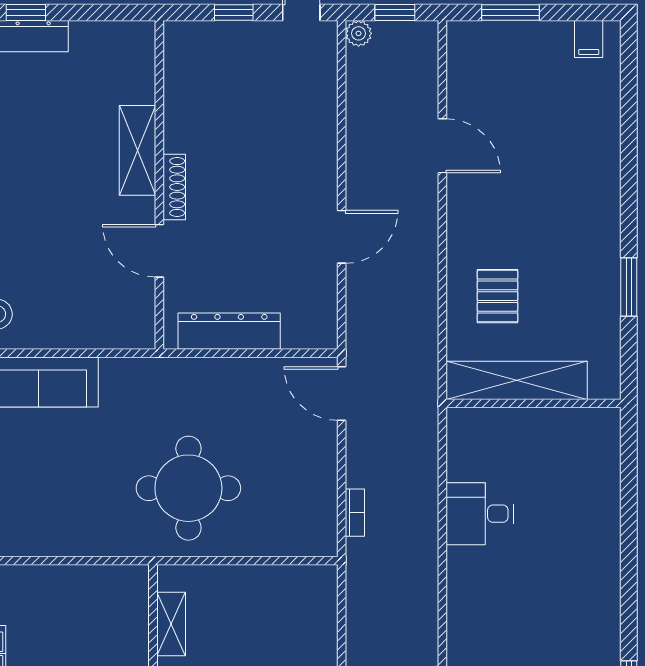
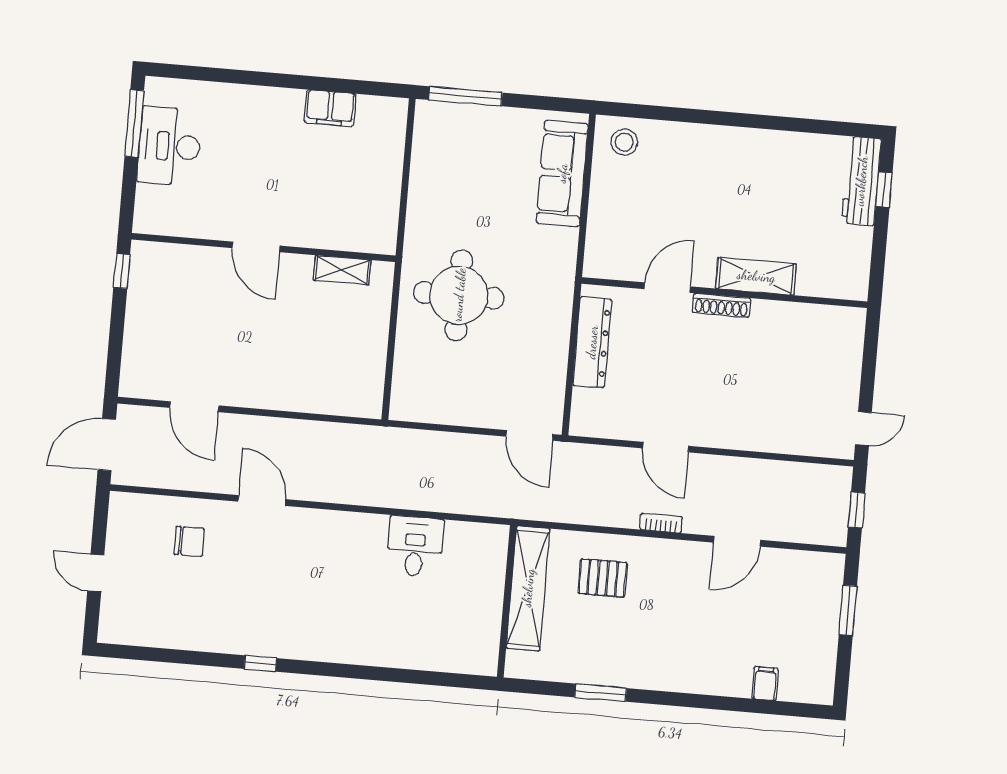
window: (234, 12) -> (868, 370), removed
plant: (359, 33) -> (841, 477), removed
filing cabinet: (589, 39) -> (765, 684), moved, turned 90
door: (342, 394) -> (530, 435), swing flipped
bookcase: (355, 513) -> (661, 523), moved, turned 180

